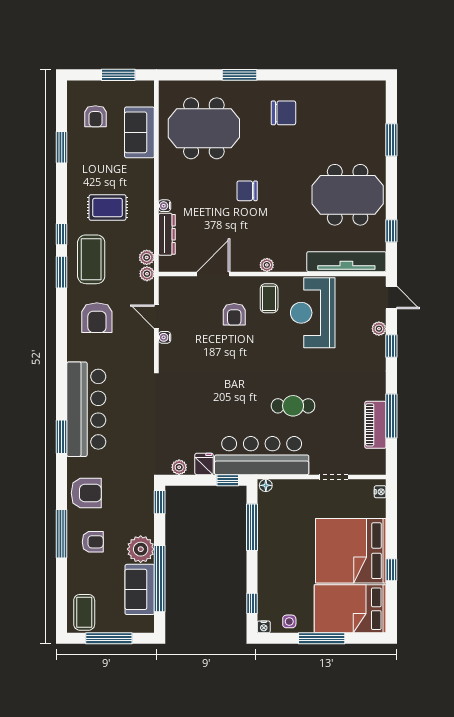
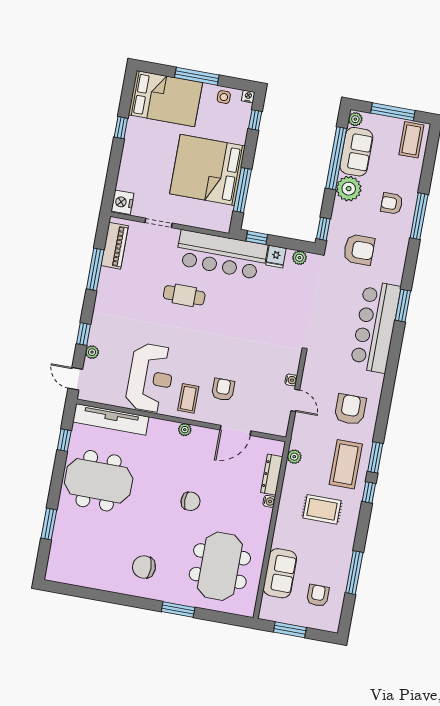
meeting table: (204, 128) -> (220, 566), turned 90
window: (62, 147) -> (354, 573), width x1.44
plant: (147, 274) -> (355, 119), moved
piano: (375, 425) -> (115, 246), moved
floor lamp: (266, 485) -> (223, 226), removed
nightstand: (380, 492) -> (122, 202), width x1.89, depth x1.79
armchair: (86, 493) -> (359, 250), moved, turned 180
bed: (351, 551) -> (207, 170), moved, turned 180

